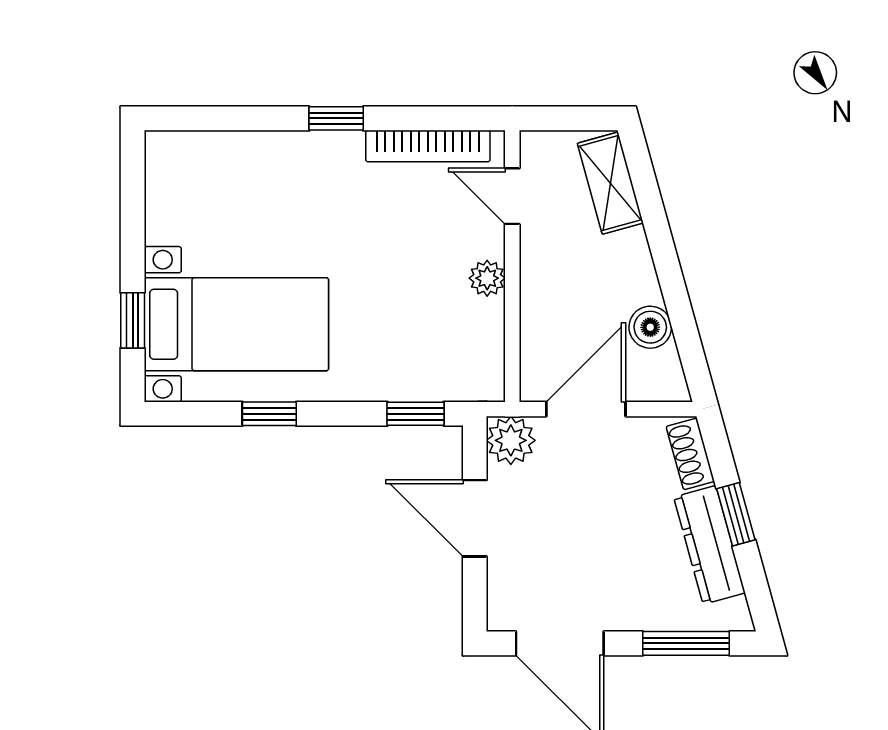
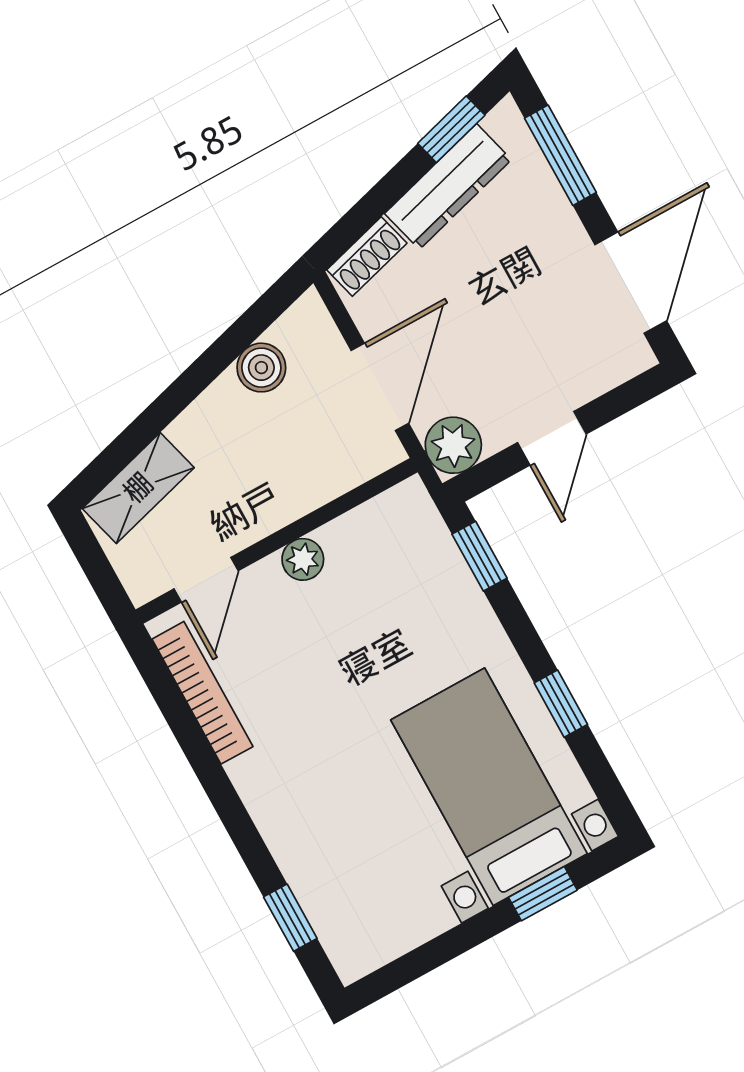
window: (336, 118) -> (290, 918), moved
door: (586, 409) -> (380, 387), swing flipped
window: (736, 514) -> (451, 129), moved
door: (475, 518) -> (552, 438), width x0.73

